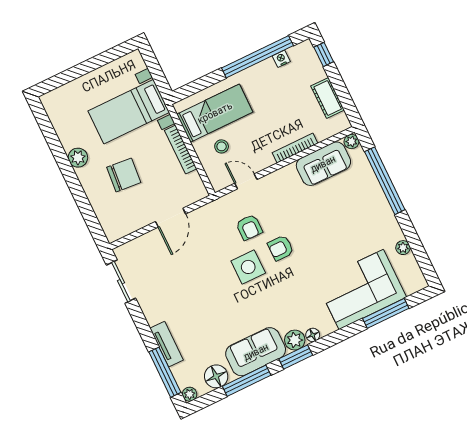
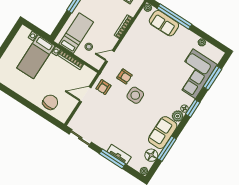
plant: (78, 158) -> (25, 93), removed
sofa: (323, 164) -> (164, 23), moved, turned 90
chair: (124, 175) -> (50, 102), moved
door: (171, 218) -> (85, 94), swing flipped
armchair: (281, 248) -> (103, 87), moved
window: (296, 357) -> (193, 108), moved
window: (165, 372) -> (112, 159), moved

